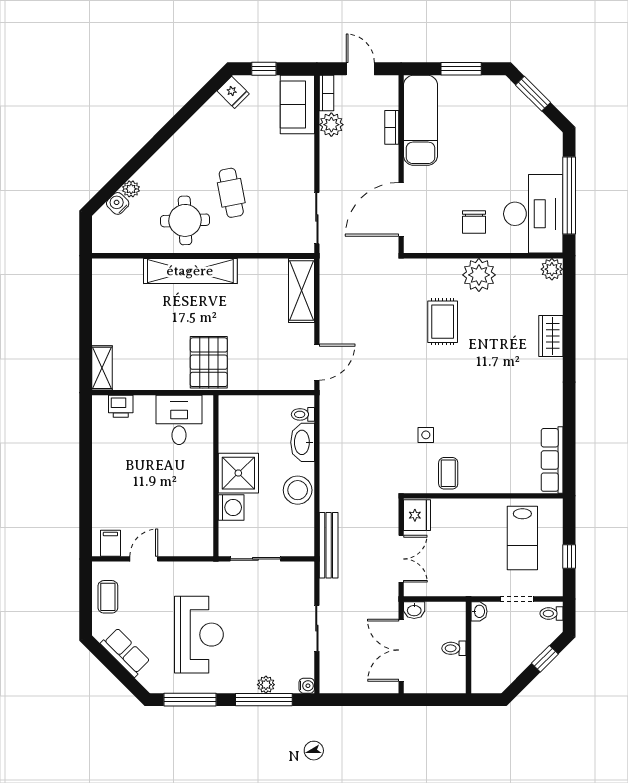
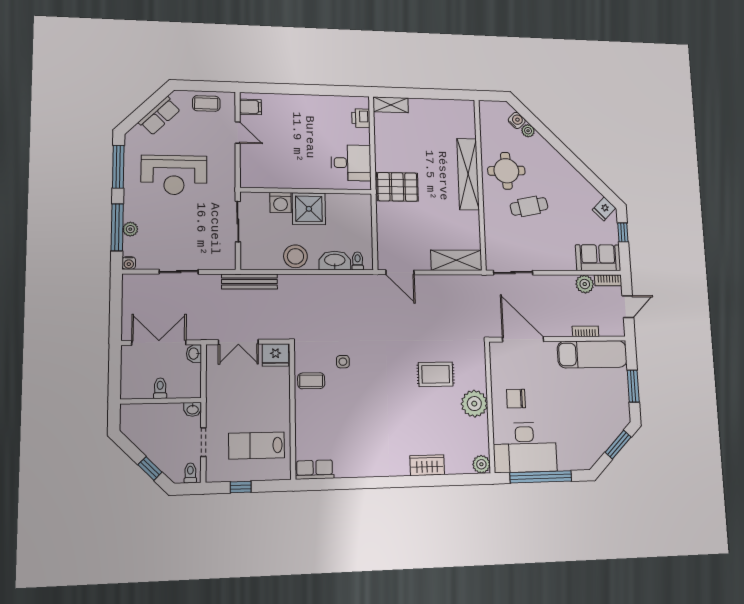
row of seats: (552, 460) -> (315, 470), width x0.68

